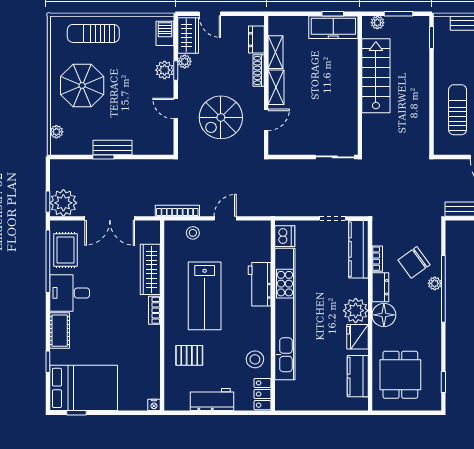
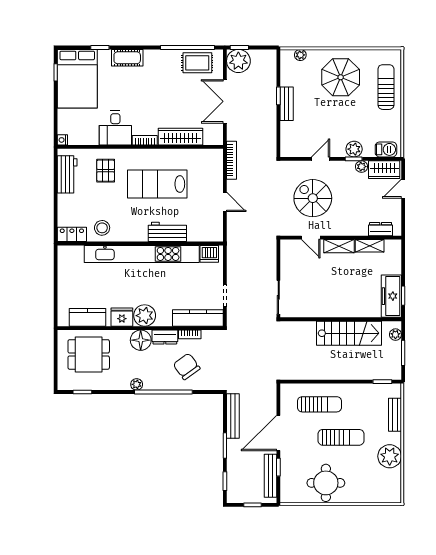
shoe rack: (259, 70) -> (354, 231), removed
stool: (193, 233) -> (212, 174), removed
plant: (435, 283) -> (137, 384), moved
desk: (70, 293) -> (115, 128), moved, turned 180
workbench: (212, 400) -> (67, 174), moved

